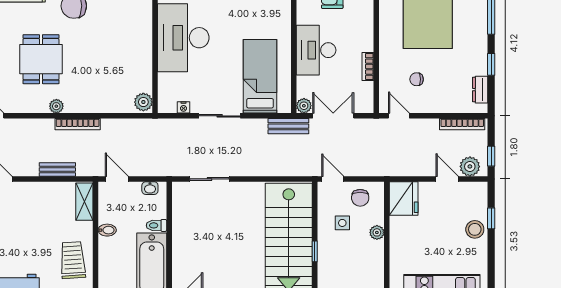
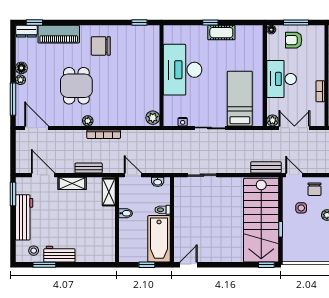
bench: (288, 126) -> (266, 167), moved
shelving: (35, 190) -> (72, 183), added
trolley: (73, 260) -> (100, 236), removed

